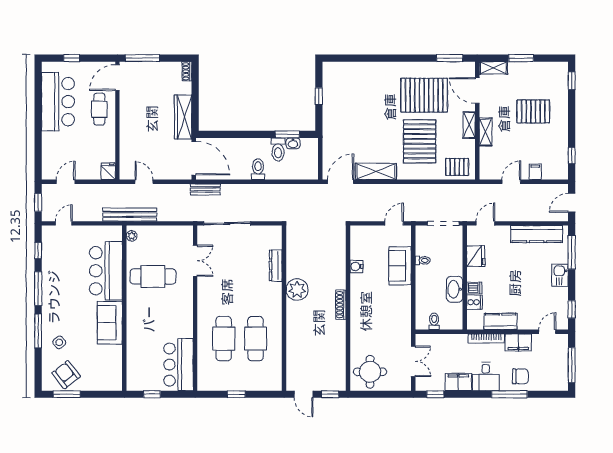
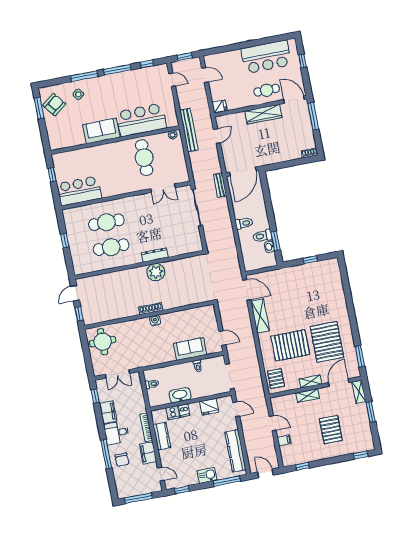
wardrobe: (183, 117) -> (263, 114), moved, turned 180
dresser: (276, 265) -> (155, 255), moved
water cooler: (356, 266) -> (155, 320), moved

